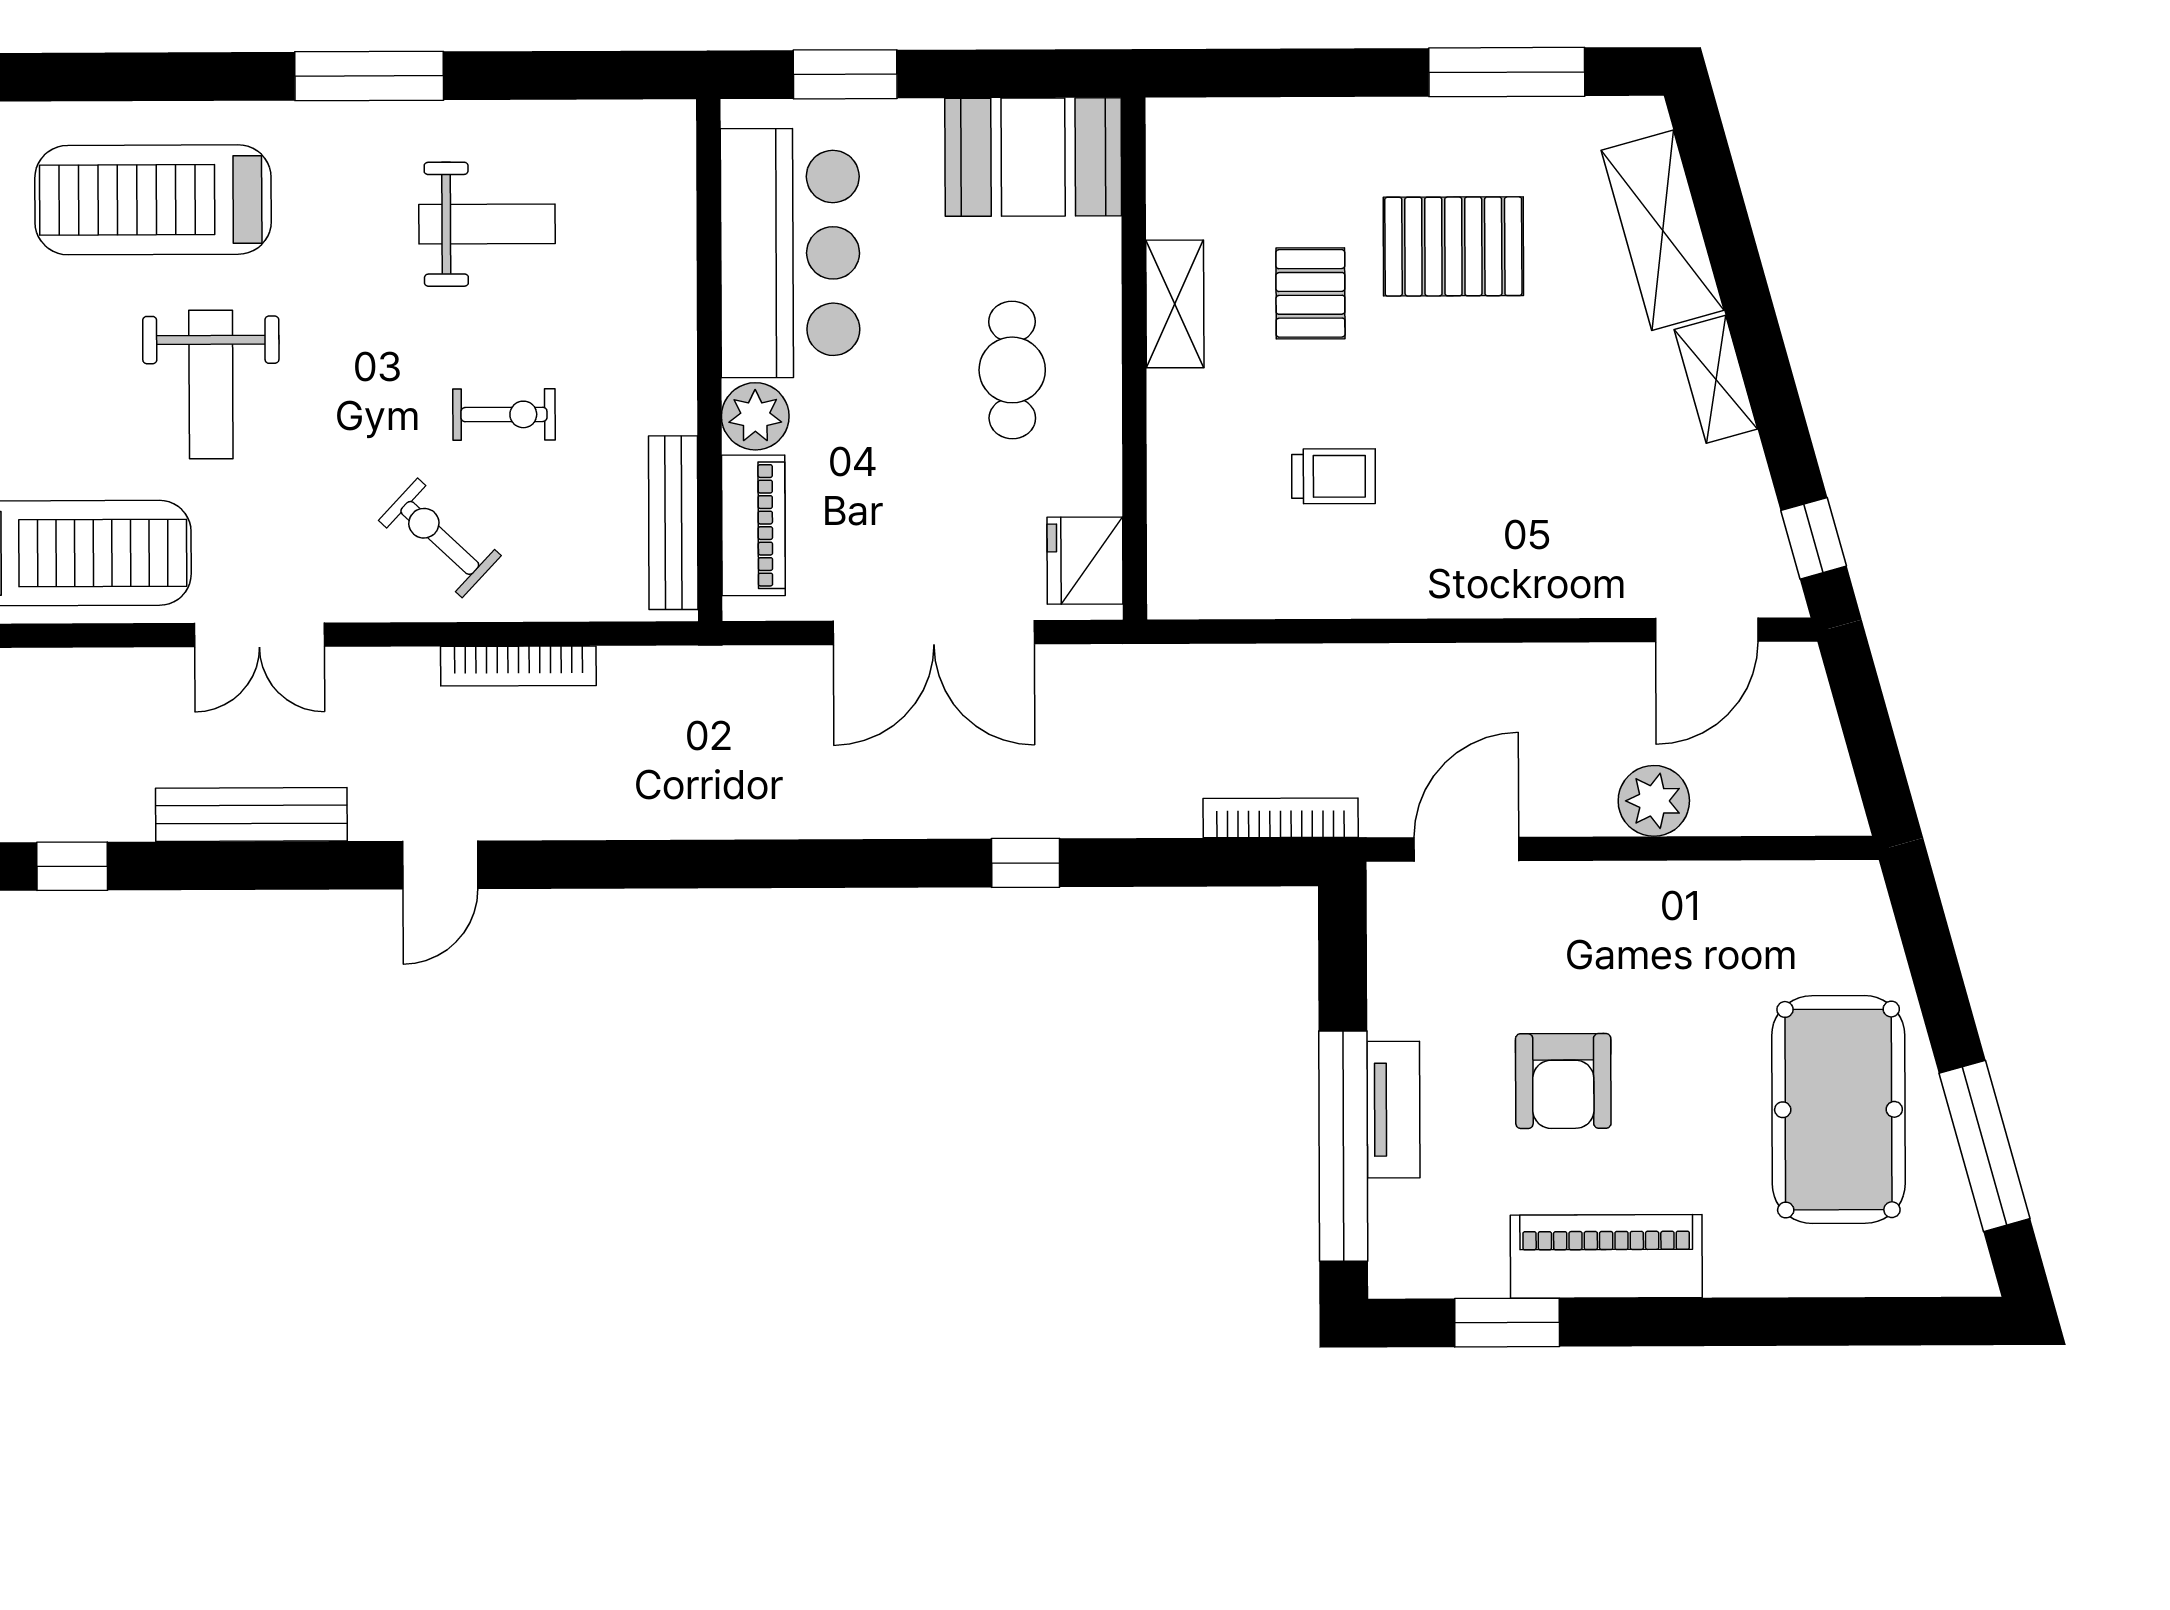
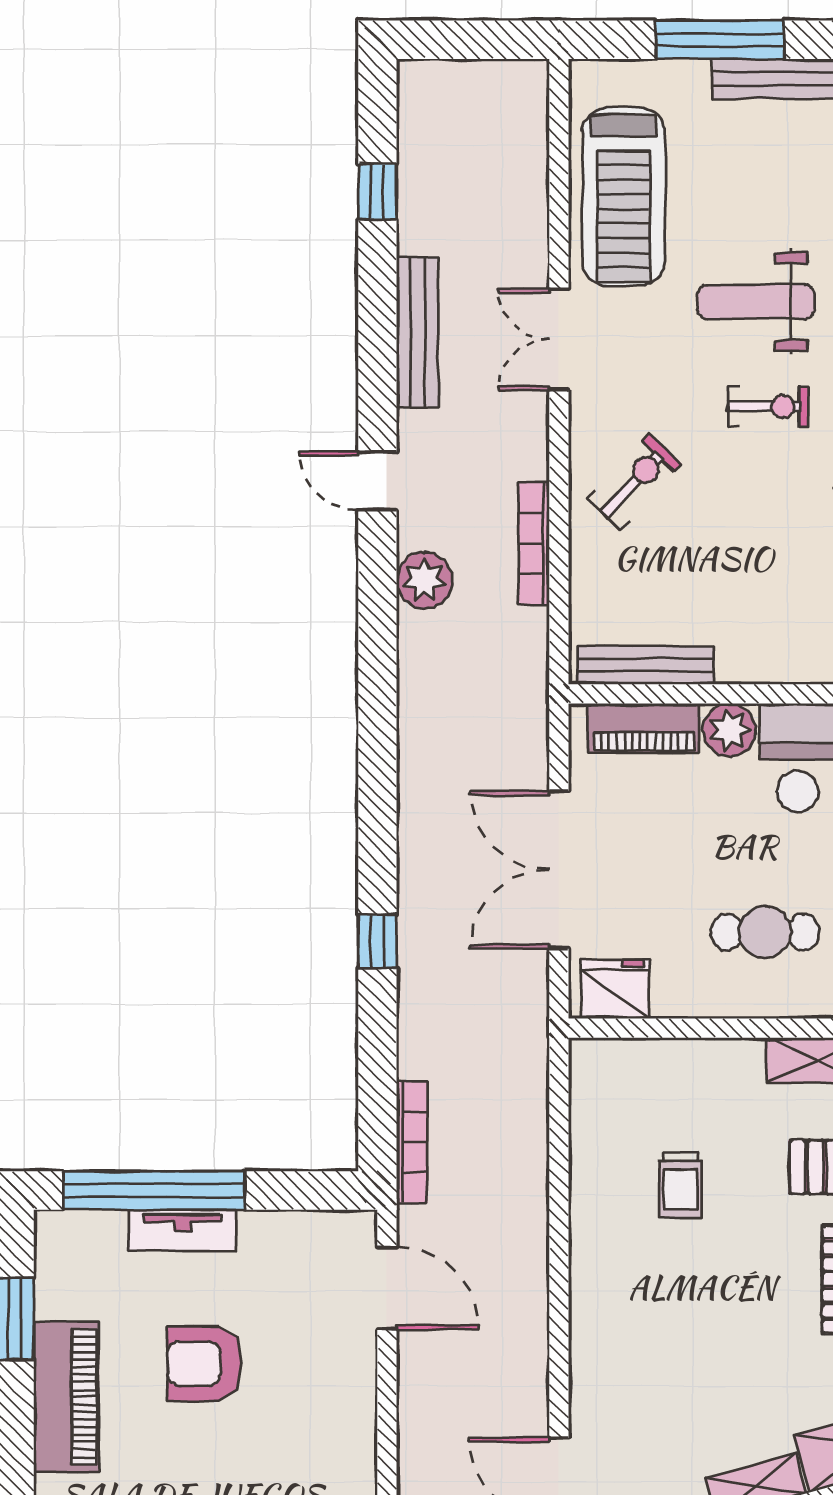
exercise bike: (504, 414) -> (768, 406), moved, turned -90
plant: (1654, 801) -> (424, 580), moved

